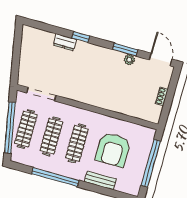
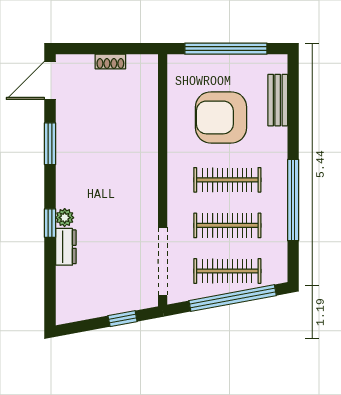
plant: (129, 60) -> (65, 218), moved
window: (16, 63) -> (123, 319), added
doorway: (41, 94) -> (163, 262), width x1.36
armchair: (113, 150) -> (221, 117), turned 180
bench: (100, 180) -> (278, 100), moved

